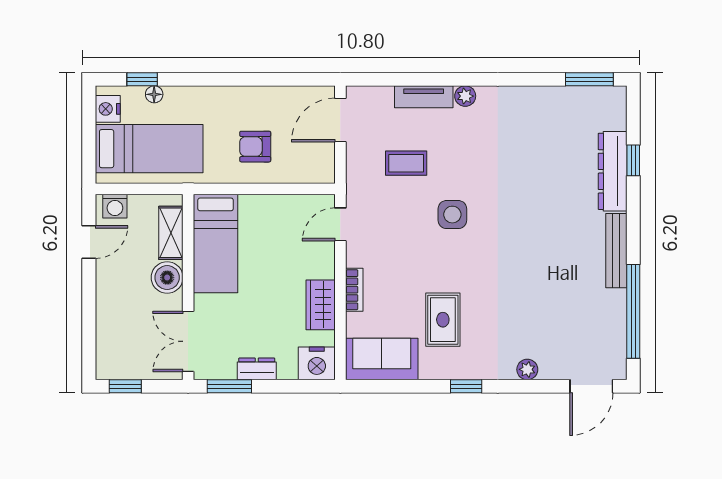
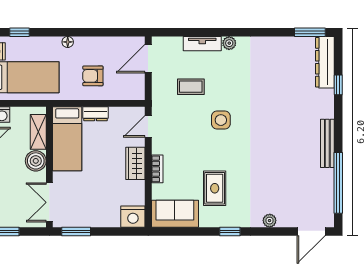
floor lamp: (154, 94) -> (68, 42), moved
dresser: (613, 171) -> (325, 62), moved
wardrobe: (321, 305) -> (135, 163), moved
dresser: (257, 369) -> (96, 114), moved, turned 180

